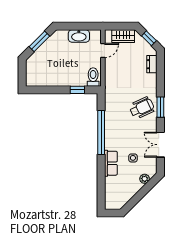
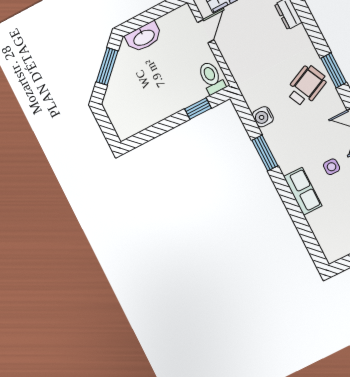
washbasin: (79, 36) -> (144, 37), moved
water cooler: (110, 112) -> (263, 117), added
window: (101, 132) -> (265, 153), width x0.47

